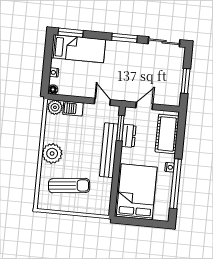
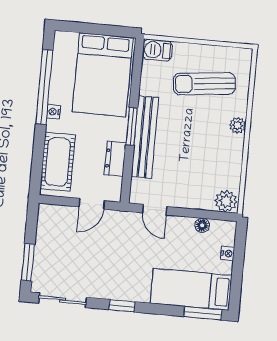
window: (124, 38) -> (122, 306), width x0.67
window: (186, 81) -> (28, 262), moved
floor lamp: (53, 90) -> (202, 225), moved
barbecue: (73, 109) -> (157, 50), moved, turned 180
window: (120, 128) -> (132, 126), moved
plant: (52, 153) -> (238, 125), width x0.53, depth x0.53

